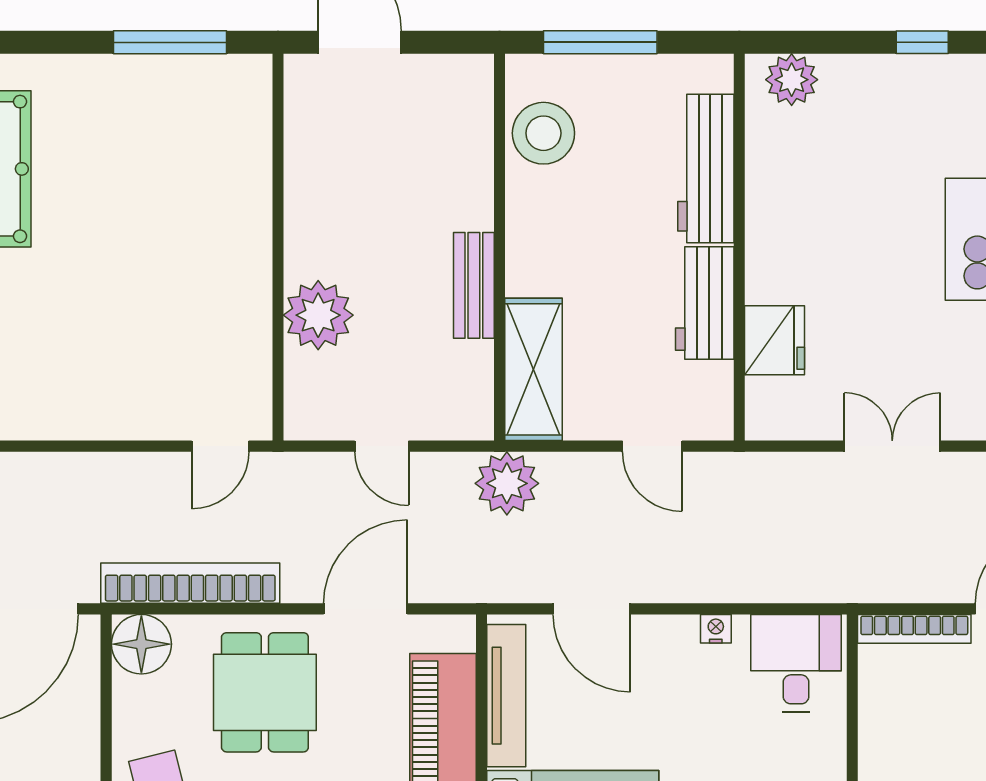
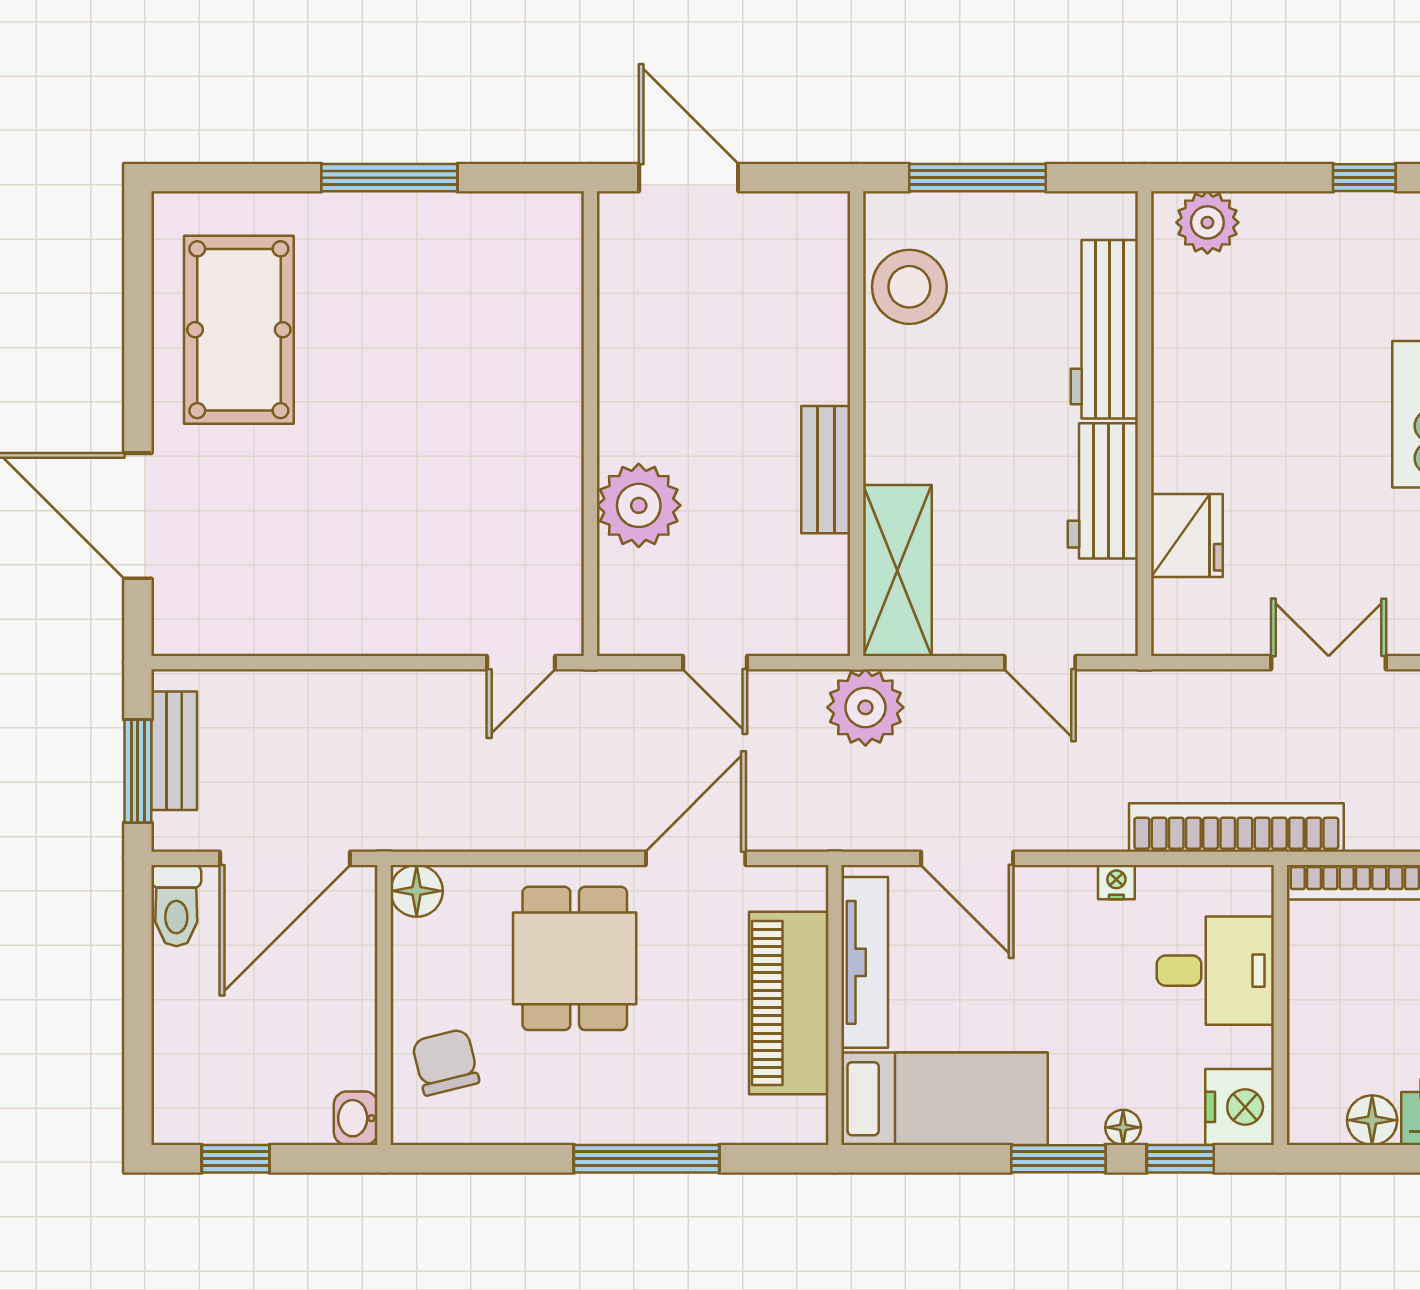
window: (170, 42) -> (389, 178), moved
bookcase: (190, 583) -> (1236, 827), moved
floor lamp: (141, 644) -> (417, 891), width x0.73, depth x0.73
desk: (796, 663) -> (1215, 971), moved, turned 90

